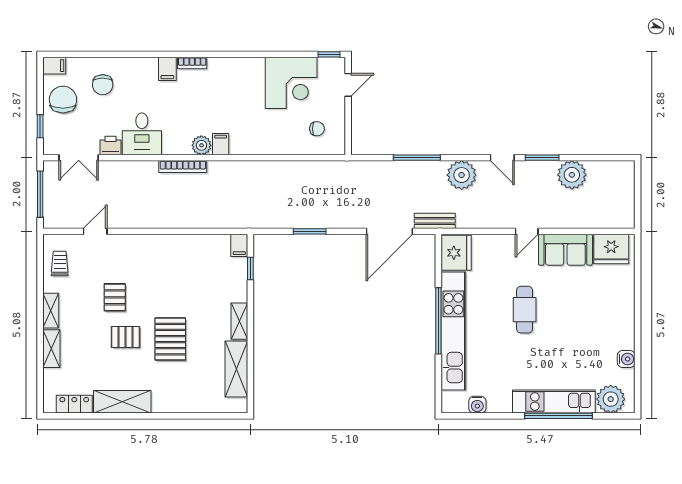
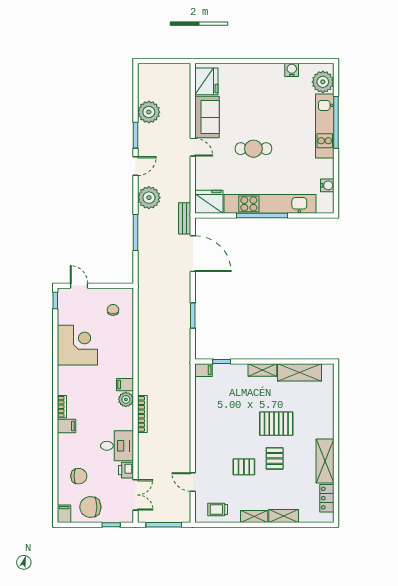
corner desk: (291, 83) -> (77, 345), moved

